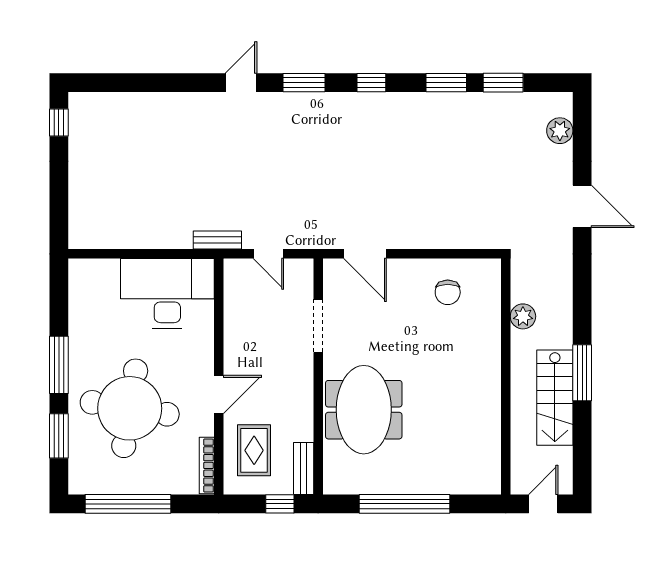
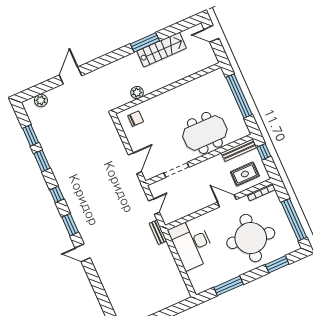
plant: (523, 316) -> (137, 93), moved
window: (59, 365) -> (229, 286), moved
wall: (506, 377) -> (167, 88), moved
bench: (304, 468) -> (239, 150), width x1.36

